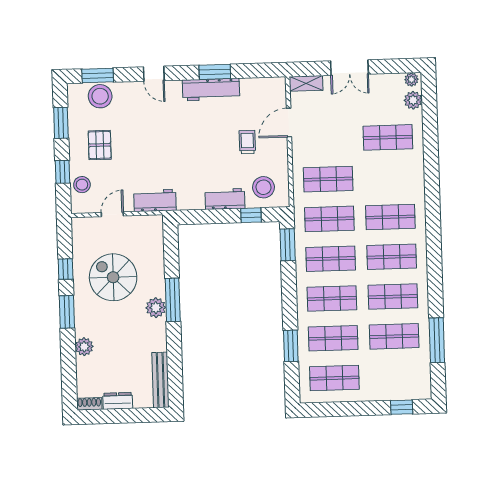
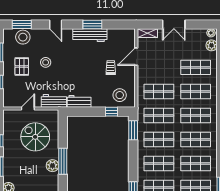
shop shelf: (389, 177) -> (196, 91), added
stool: (82, 185) -> (46, 62), moved
workbench: (225, 199) -> (79, 101), moved
spiral stairs: (113, 277) -> (35, 137), moved

